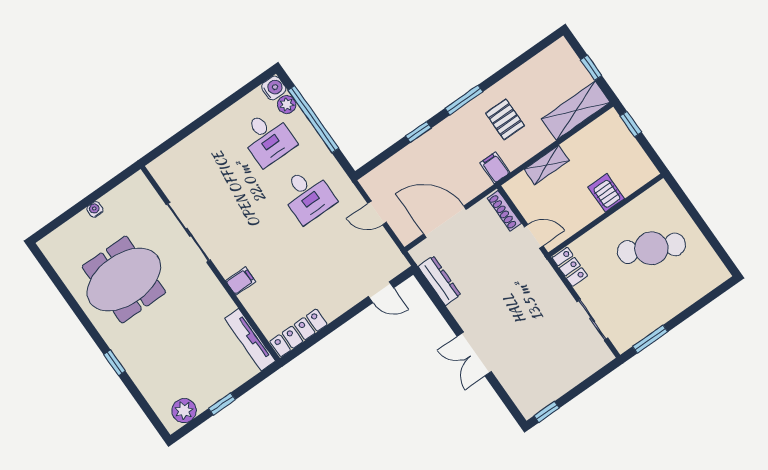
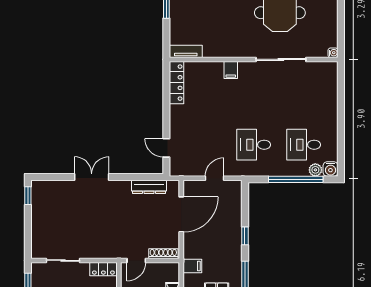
water cooler: (95, 209) -> (333, 53), moved
door: (381, 292) -> (166, 148), hinge flipped
tv unit: (250, 340) -> (186, 51), width x0.71

